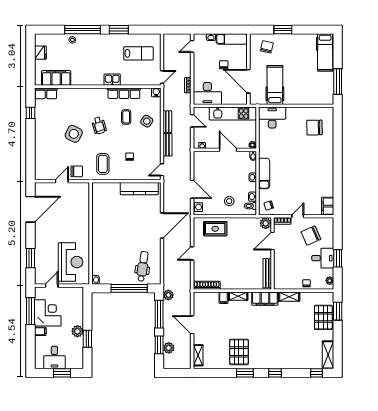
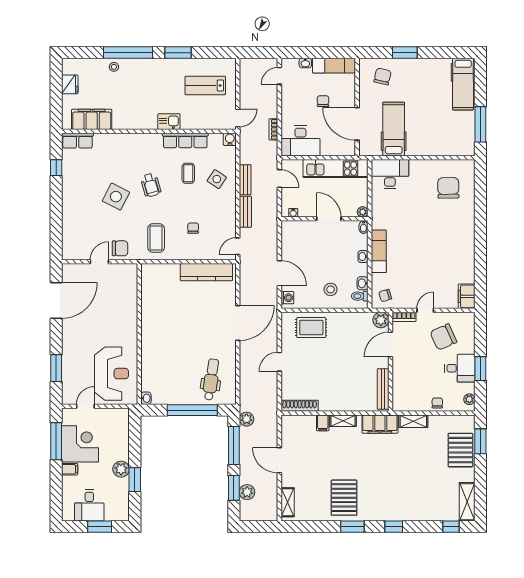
lab bench: (138, 53) -> (205, 85), turned 180
chair: (314, 128) -> (448, 188), turned 90

